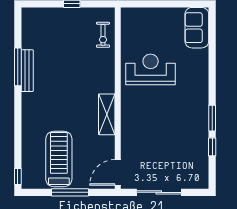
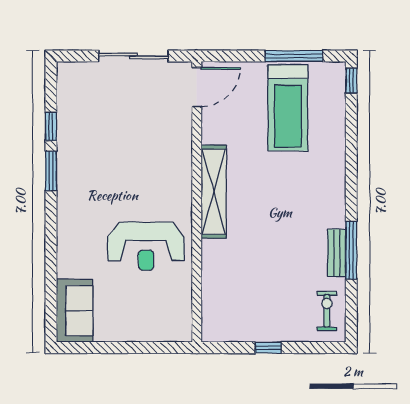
exercise bike: (103, 35) -> (327, 311), moved
bench: (27, 71) -> (337, 253), width x0.73
shelving: (107, 114) -> (214, 192), width x1.47
window: (70, 192) -> (294, 56), moved

